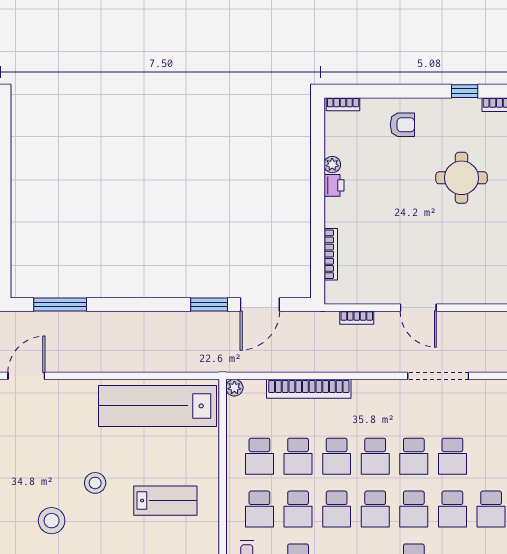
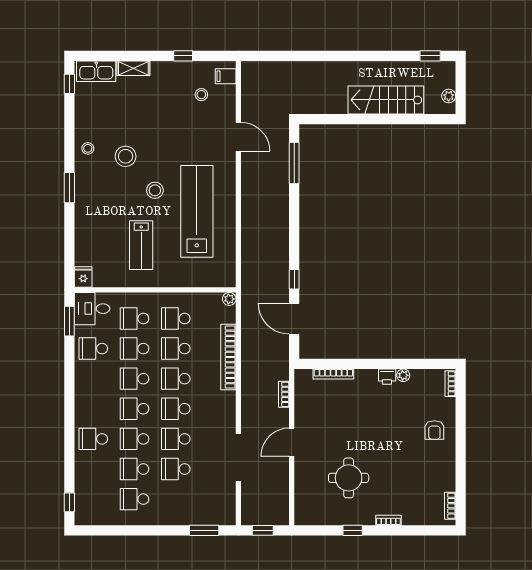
window: (465, 91) -> (461, 479), removed
round table: (462, 178) -> (349, 478), moved
window: (209, 304) -> (294, 279), width x0.67
lab bench: (158, 406) -> (197, 211), moved

